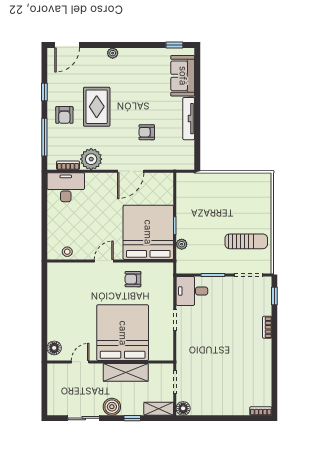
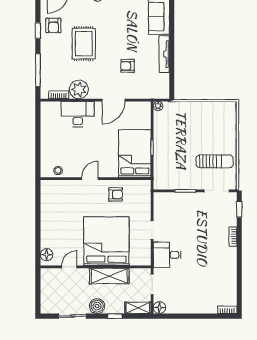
armchair: (64, 115) -> (53, 26), moved
desk: (66, 187) -> (78, 114), moved
bed: (148, 232) -> (135, 154), width x0.73
plant: (182, 244) -> (158, 106), moved
armchair: (133, 279) -> (116, 194), turned 180
desk: (192, 291) -> (167, 255), moved

